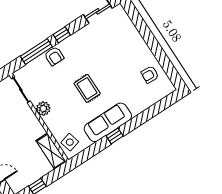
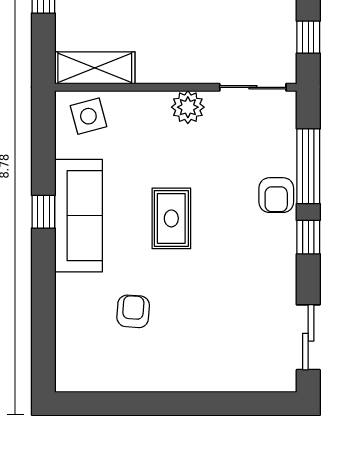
armchair: (54, 56) -> (276, 195), turned -90
armchair: (150, 75) -> (133, 311), moved
rug: (87, 88) -> (171, 218), turned 90

